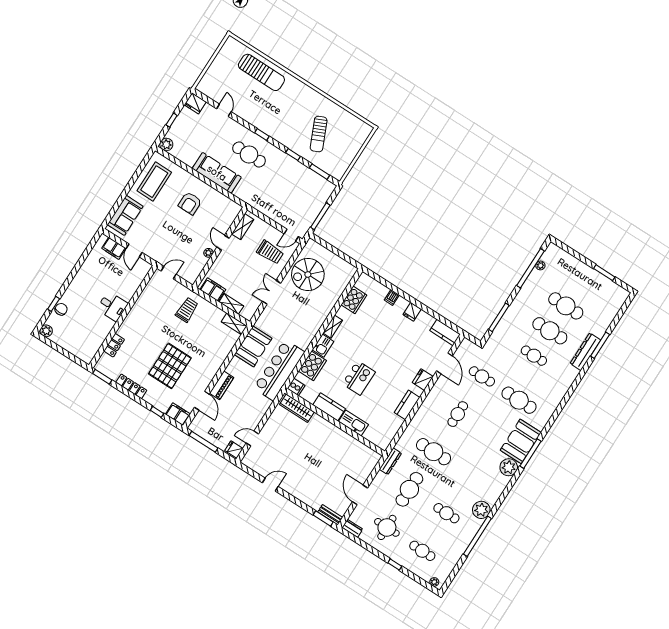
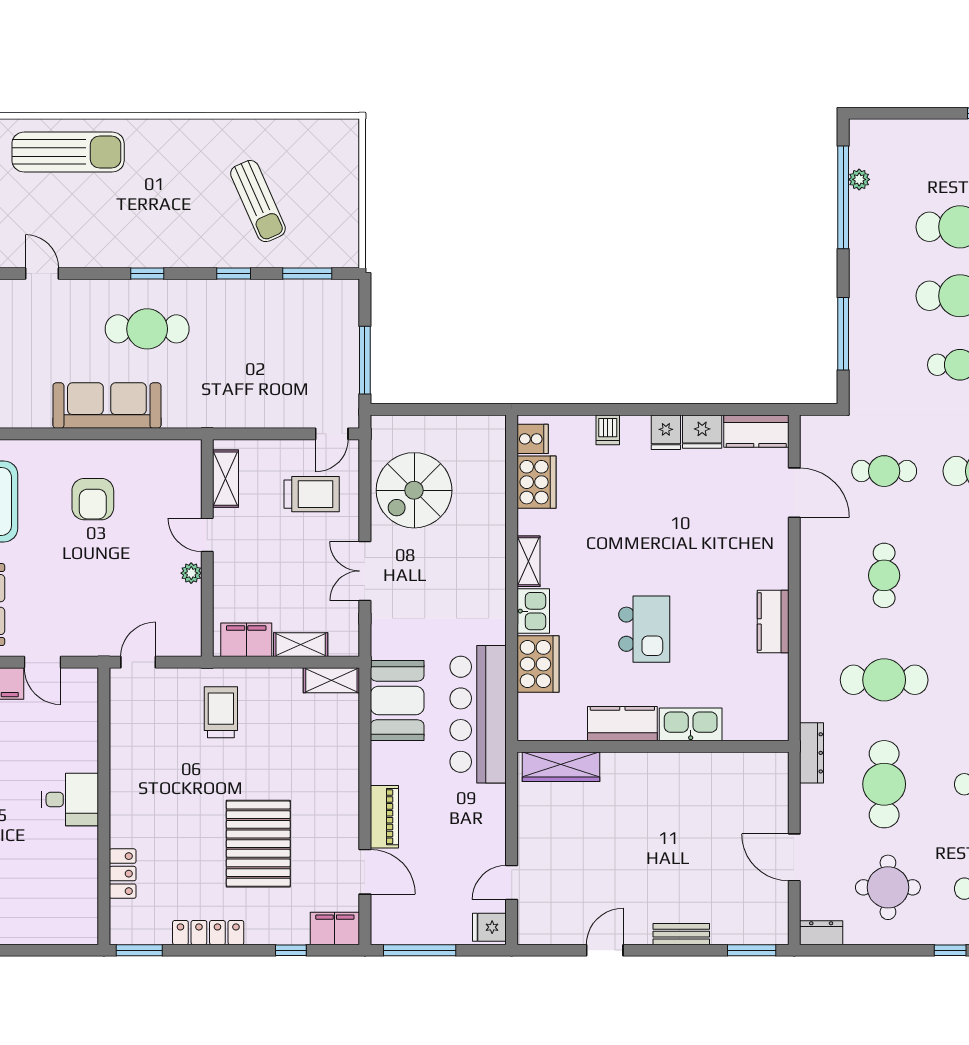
fridge: (423, 380) -> (702, 432), moved, turned -90
cooker: (296, 387) -> (533, 439), moved
bench: (330, 515) -> (681, 934), moved

